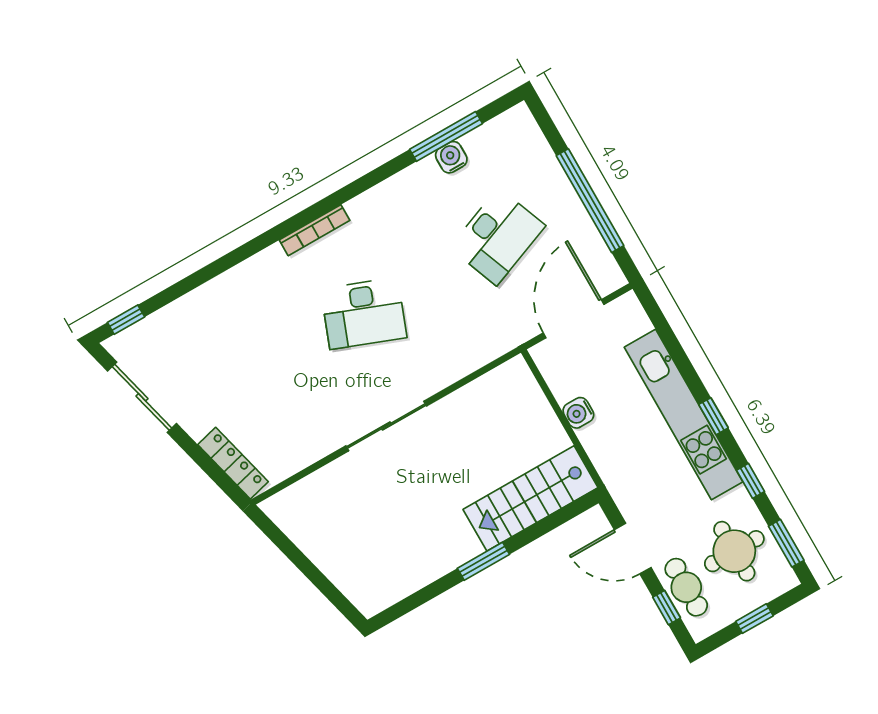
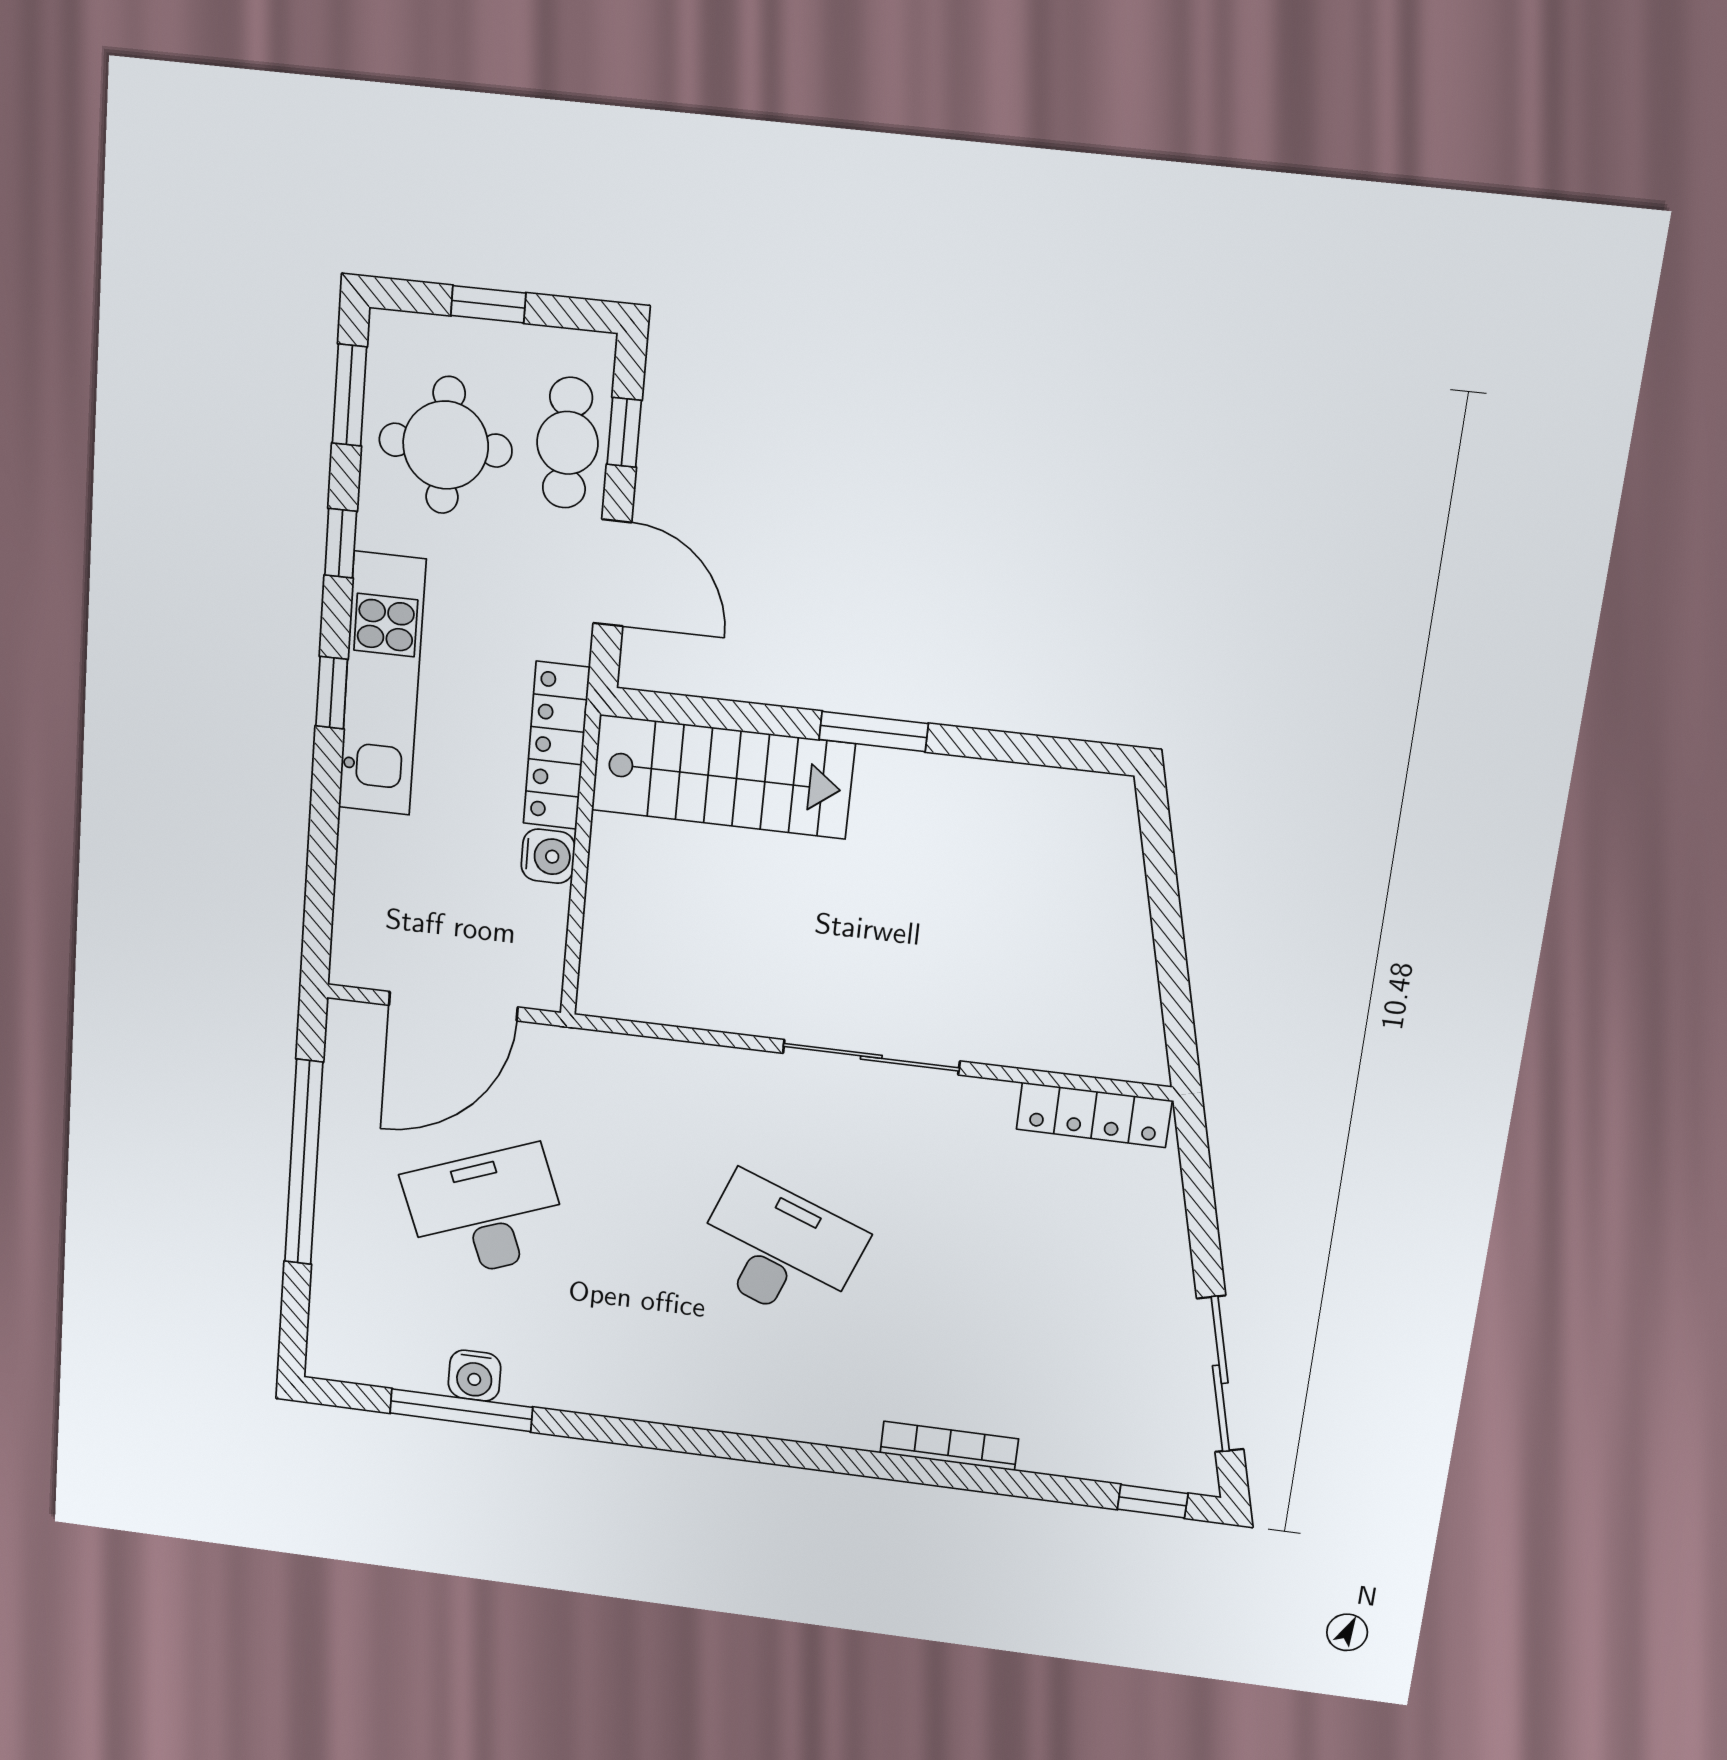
bookcase: (315, 230) -> (949, 1446), moved
kitchen unit: (683, 415) -> (382, 684), width x0.73
locker: (607, 462) -> (556, 746), added
locker: (233, 463) -> (1094, 1115), moved, turned -76

